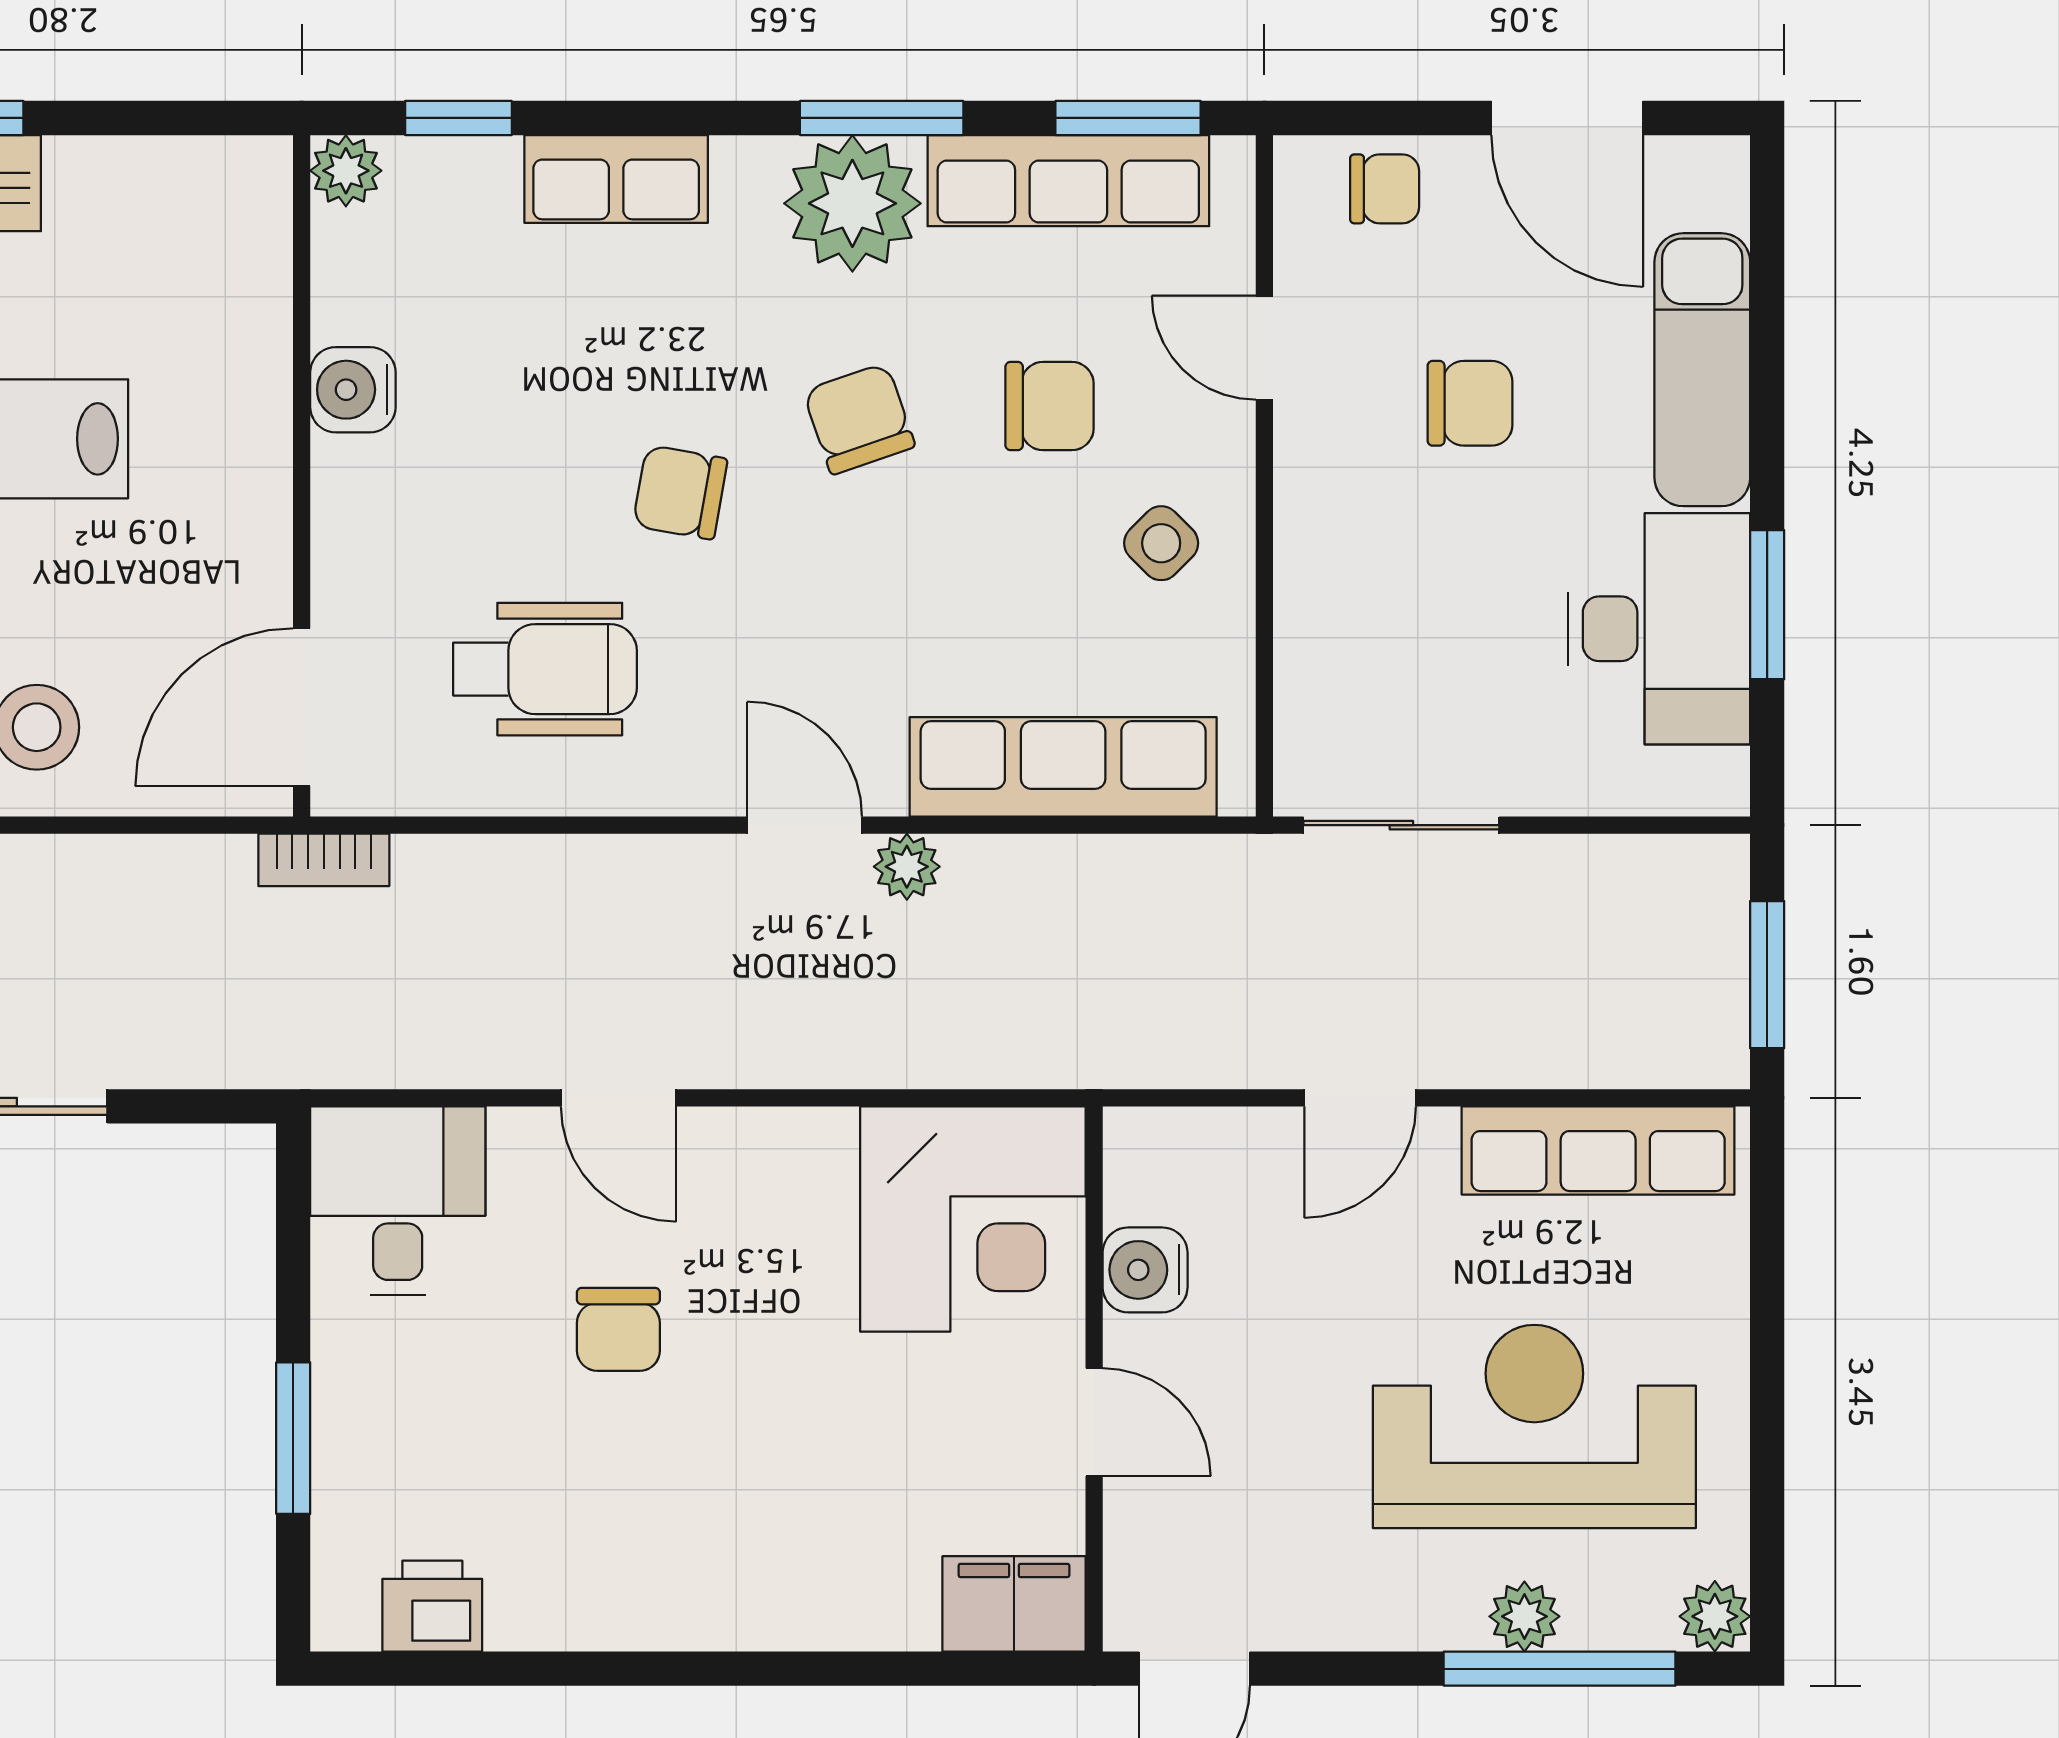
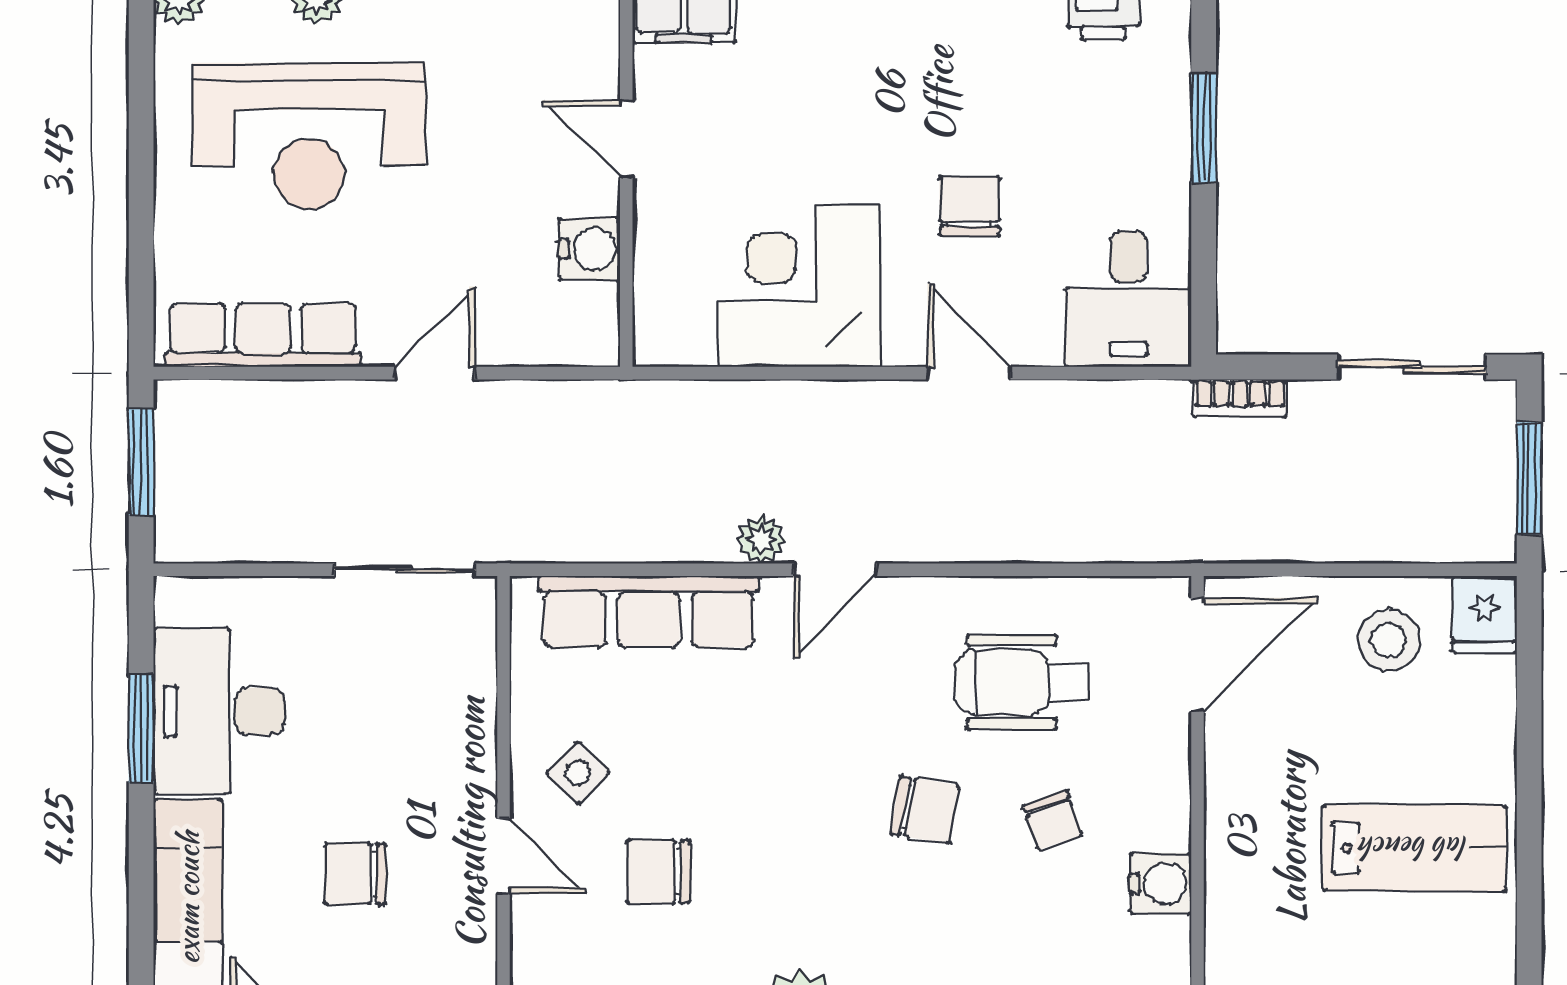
door: (1264, 348) -> (503, 856), moved
chair: (859, 419) -> (1053, 820), moved, width x0.73, depth x0.73
door: (804, 825) -> (835, 570), hinge flipped
bookcase: (324, 860) -> (1240, 398), moved, turned 180
corner desk: (973, 1219) -> (799, 286), moved

